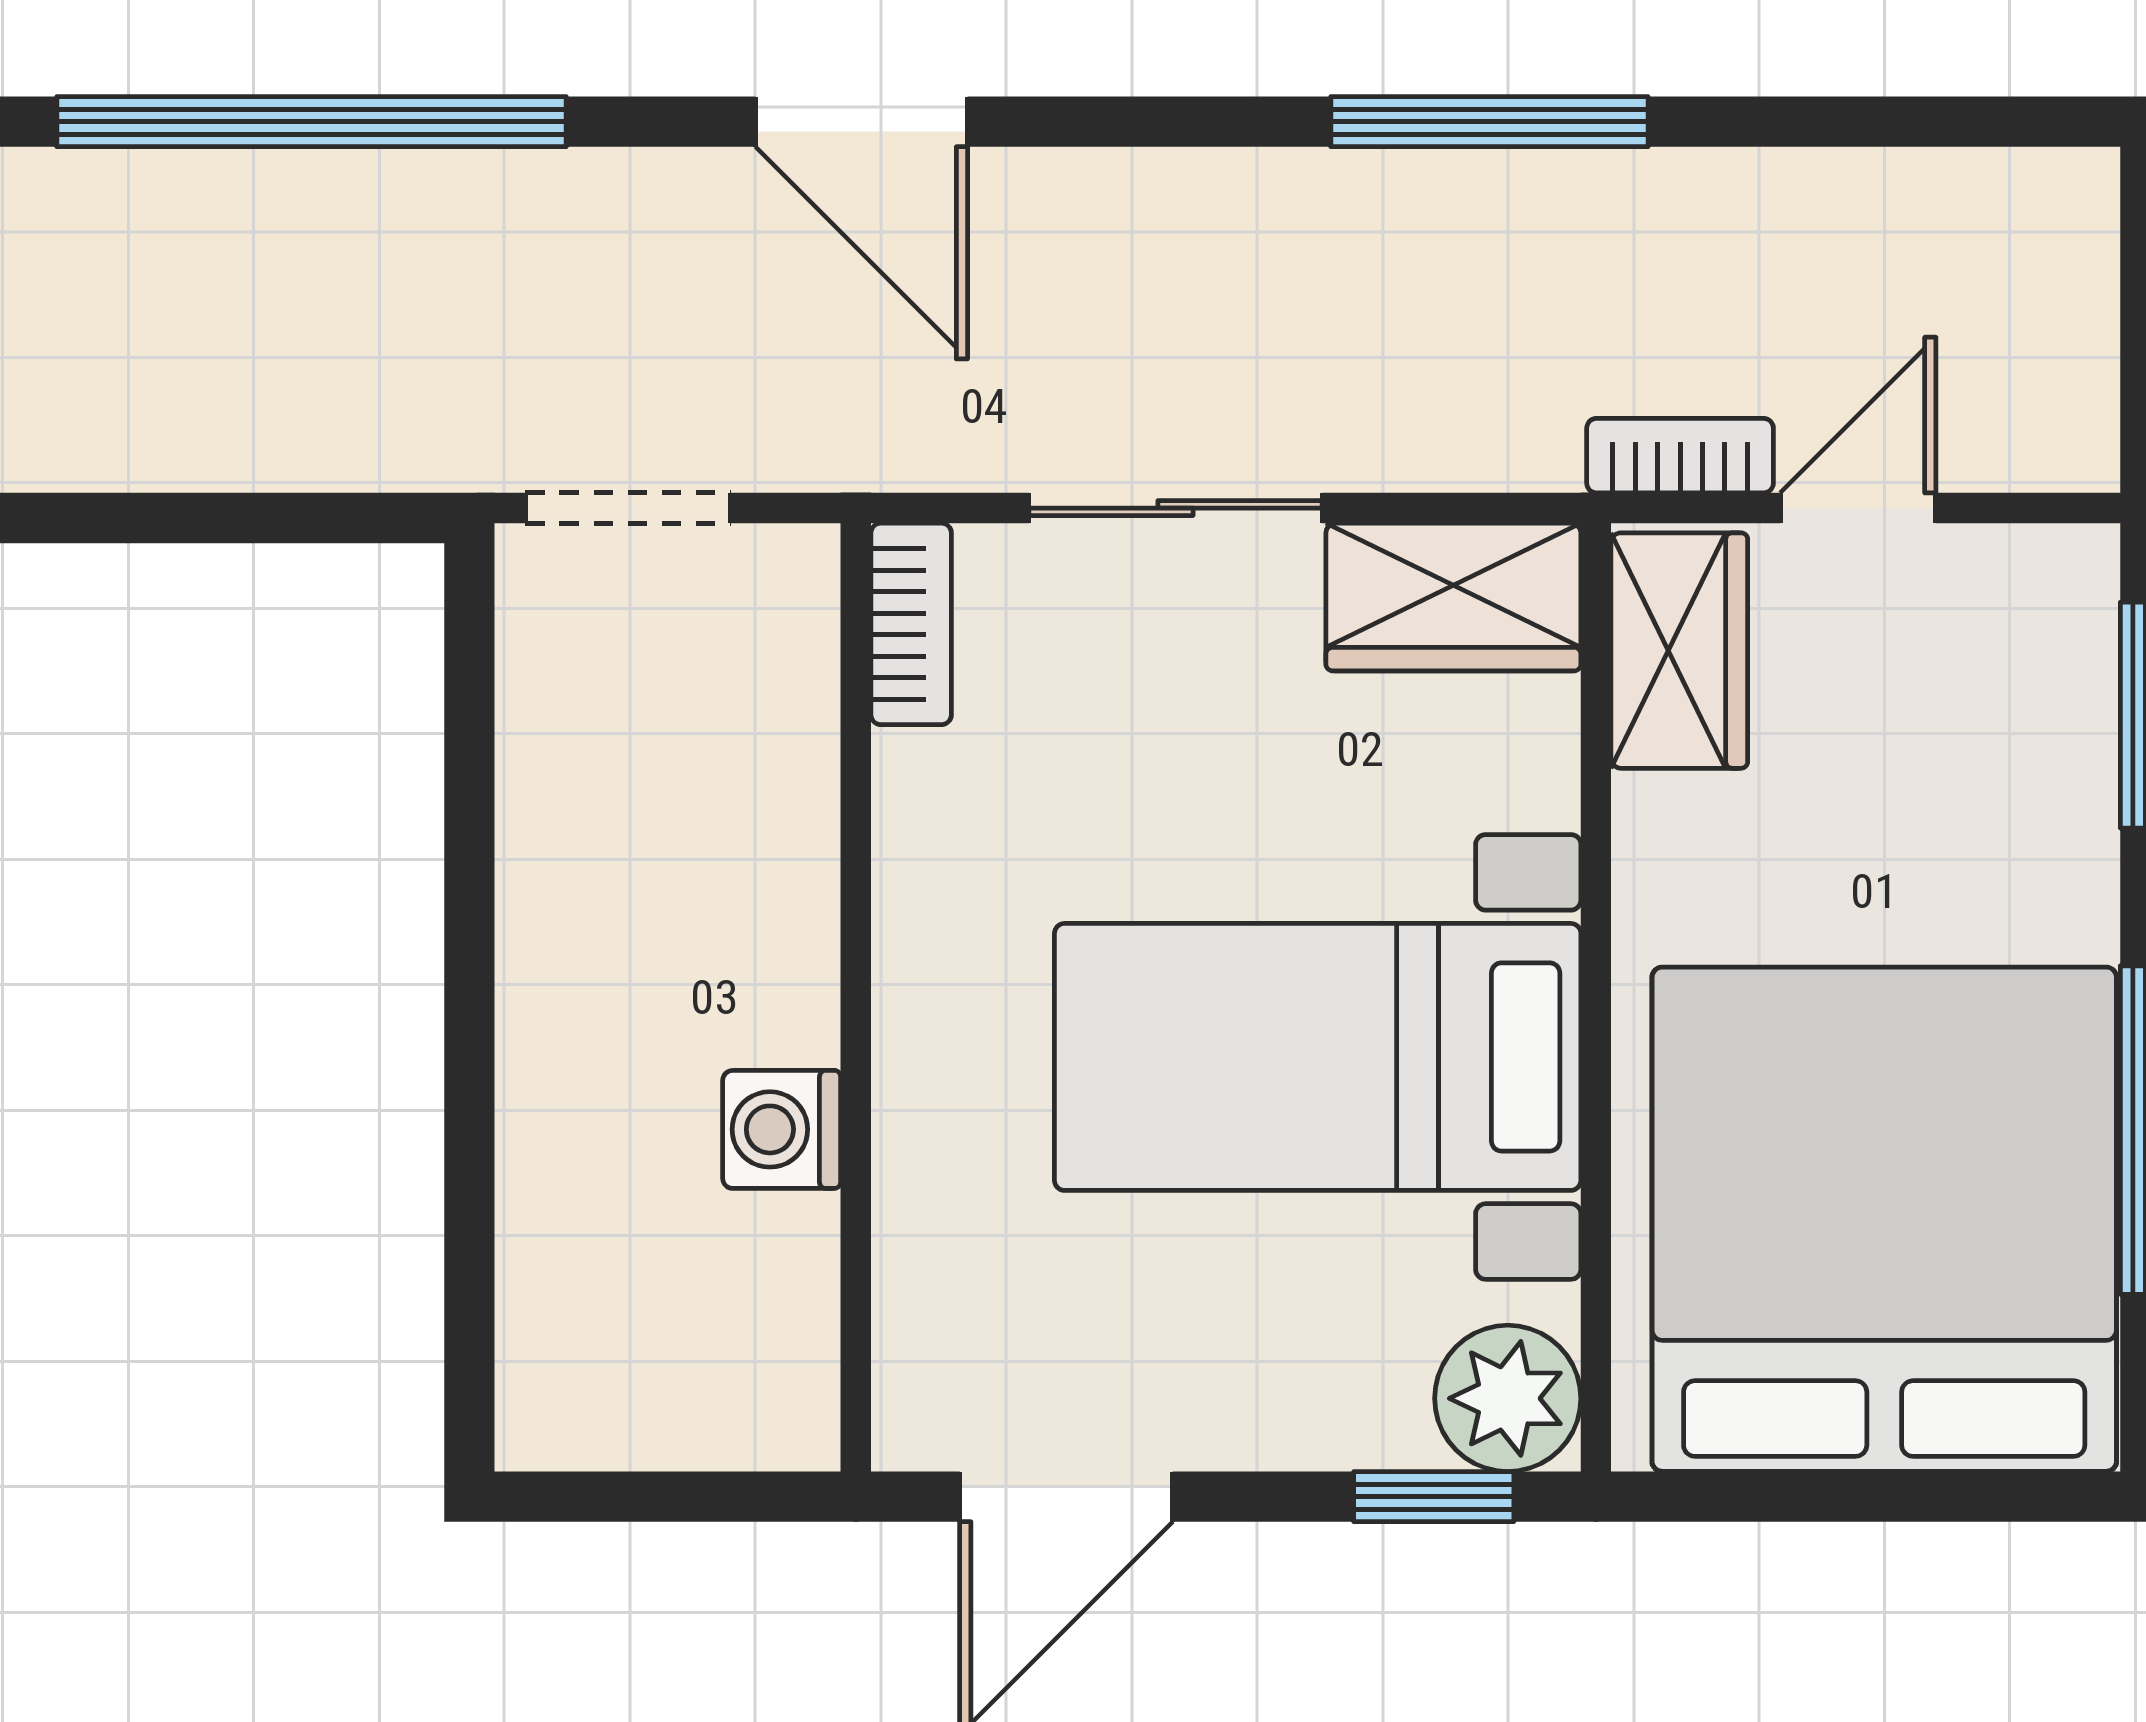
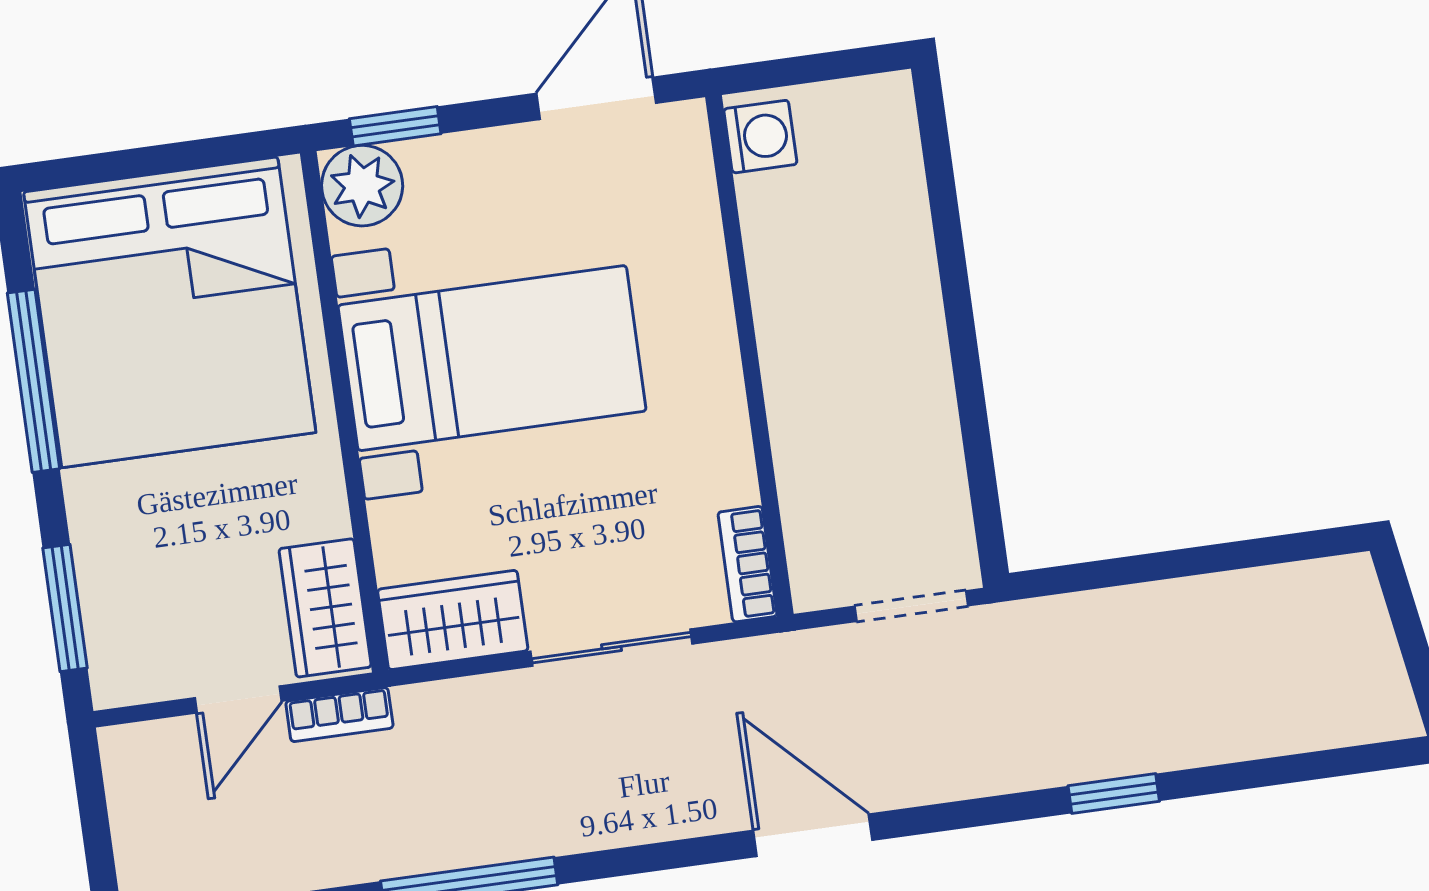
window: (311, 122) -> (1114, 793), width x0.32
washing machine: (782, 1129) -> (760, 137), moved

